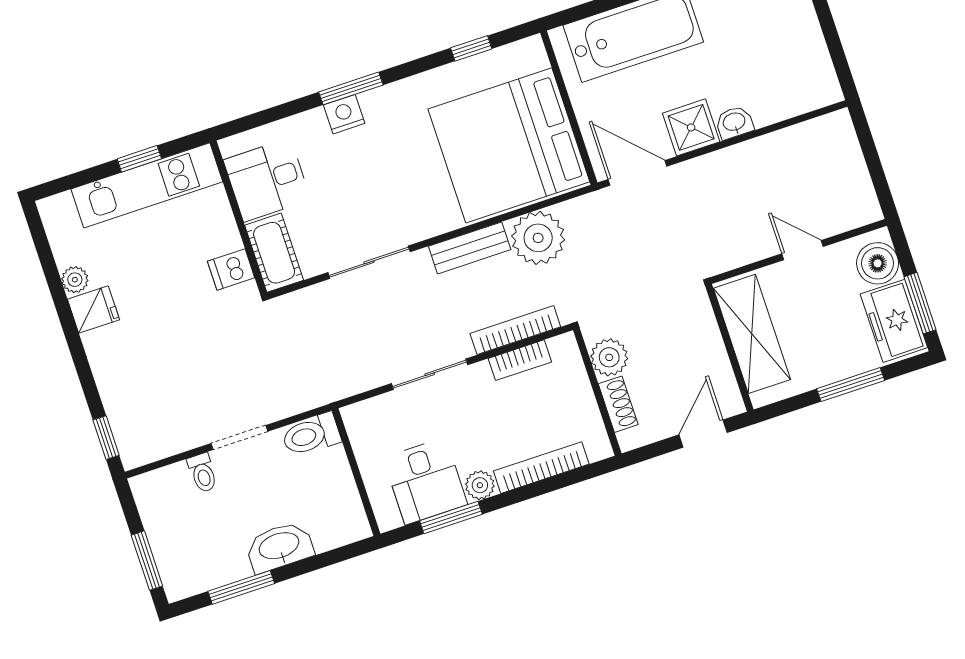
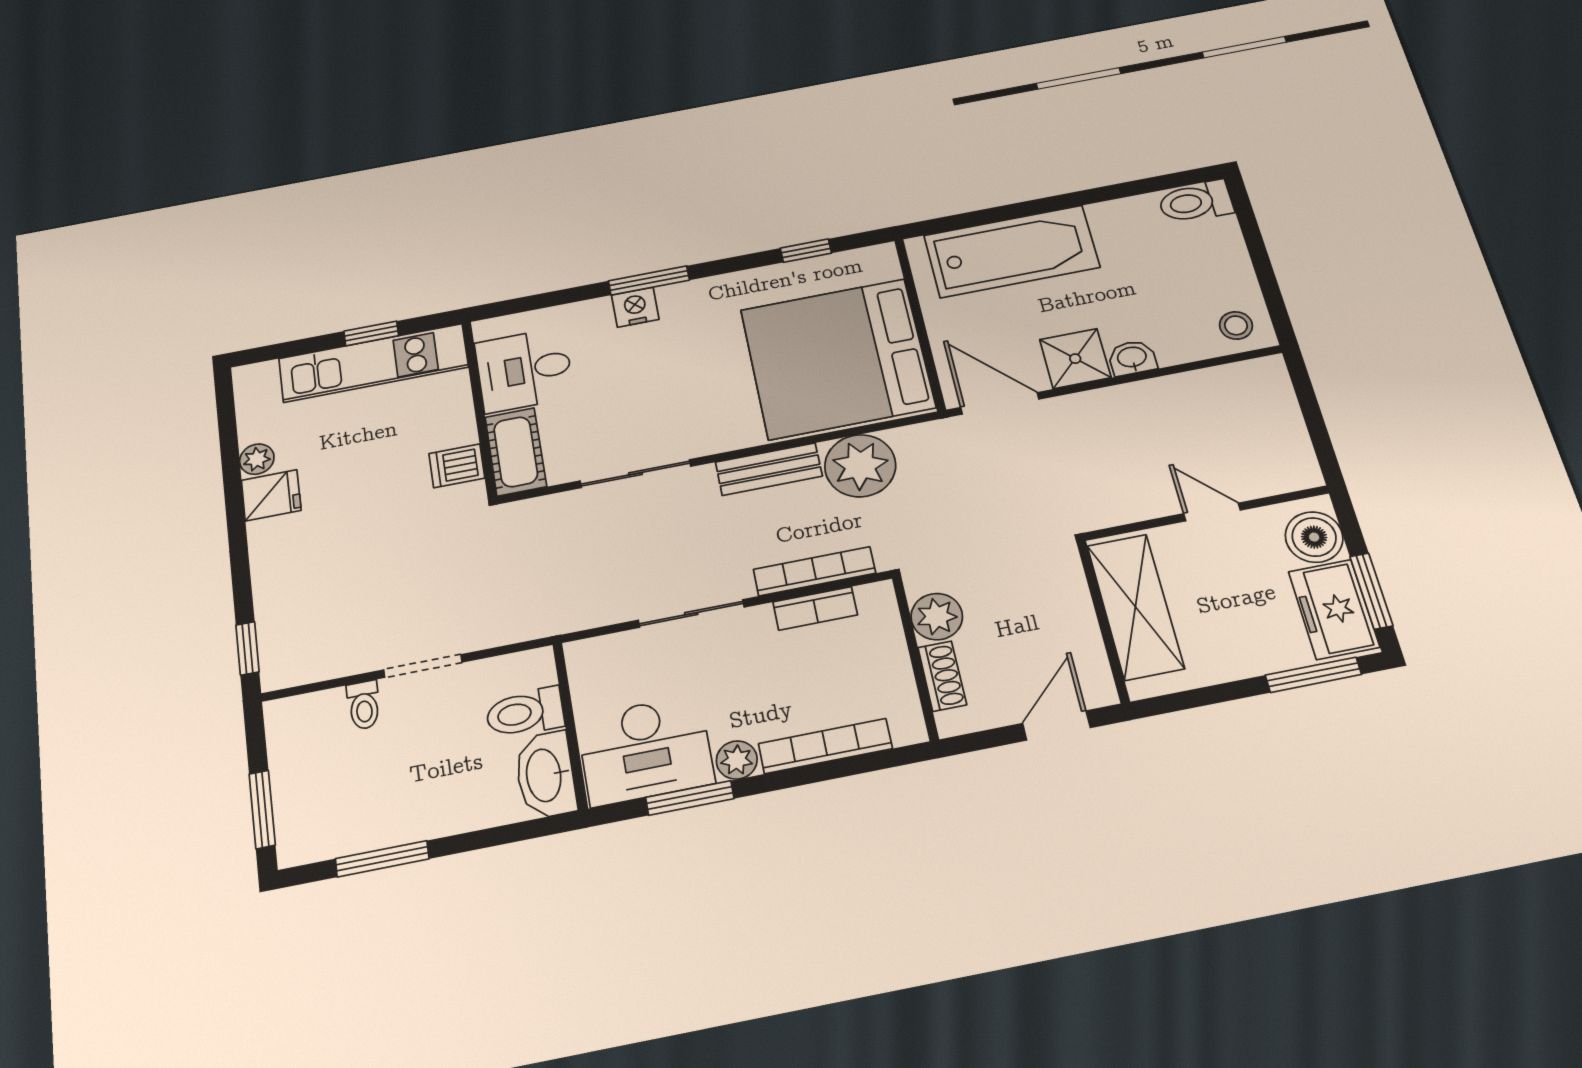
stool: (811, 85) -> (1236, 325), added
window: (851, 385) -> (1313, 675), moved
toilet: (311, 435) -> (525, 713), moved
desk: (425, 481) -> (645, 750), width x1.37
washbasin: (279, 547) -> (545, 775), moved, turned -90

